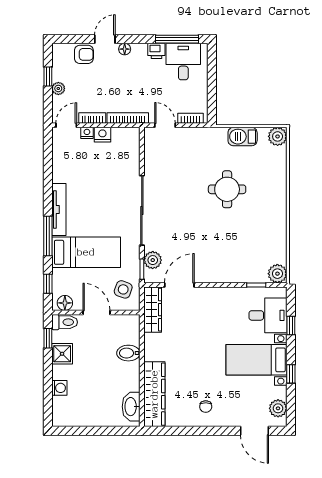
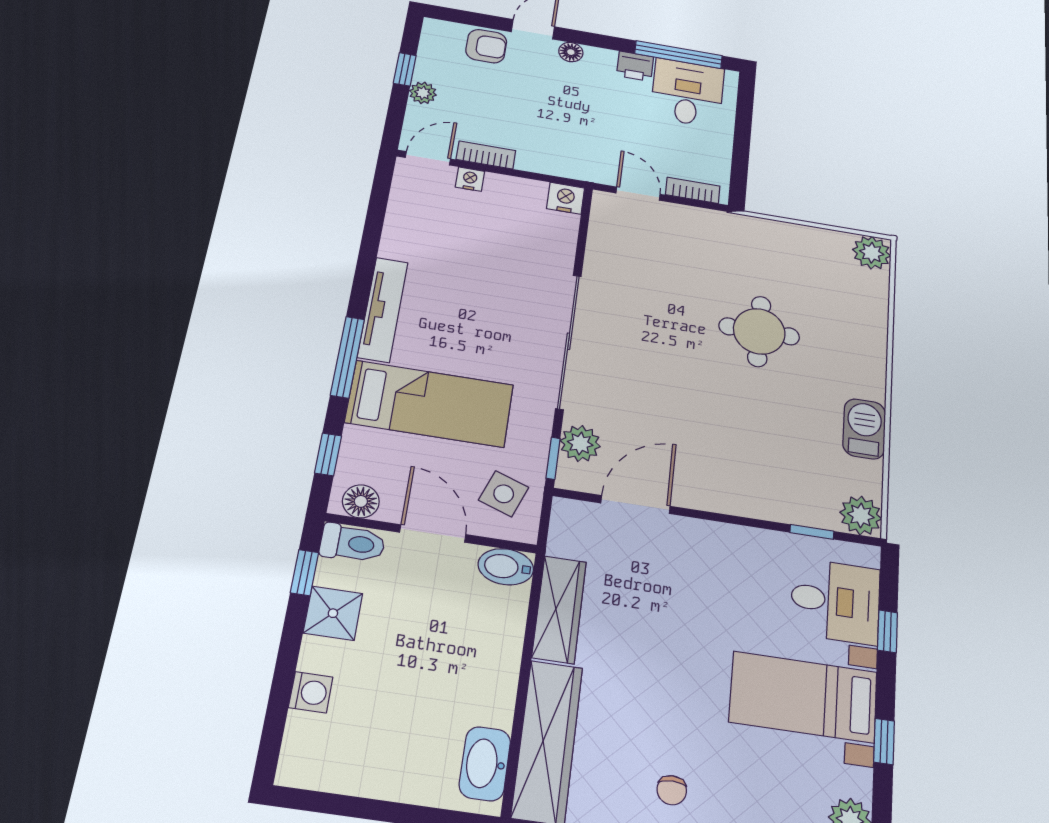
bookcase: (128, 118) -> (561, 168), removed
nightstand: (102, 135) -> (566, 198), moved
barbecue: (243, 137) -> (864, 429), moved, turned 90
wardrobe: (153, 310) -> (559, 609), moved
bidet: (128, 353) -> (506, 567), moved

